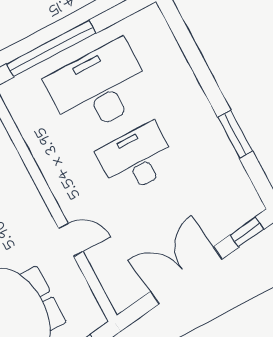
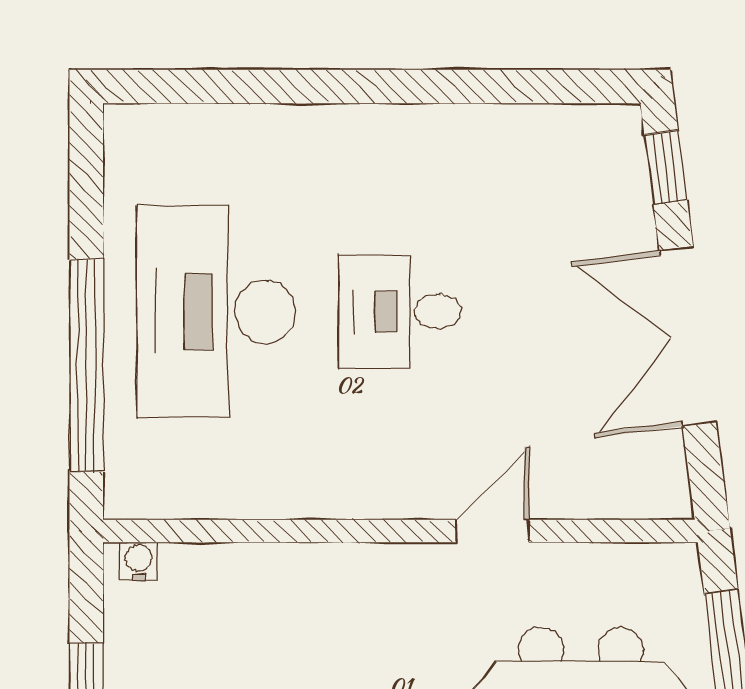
window: (235, 134) -> (456, 87), removed
desk: (137, 159) -> (400, 312), width x0.73

